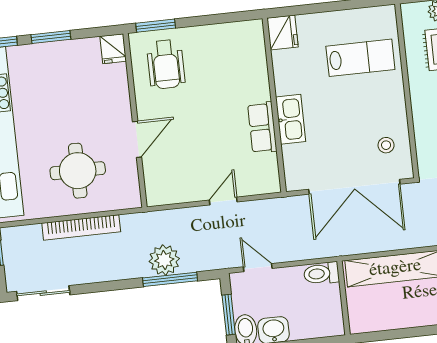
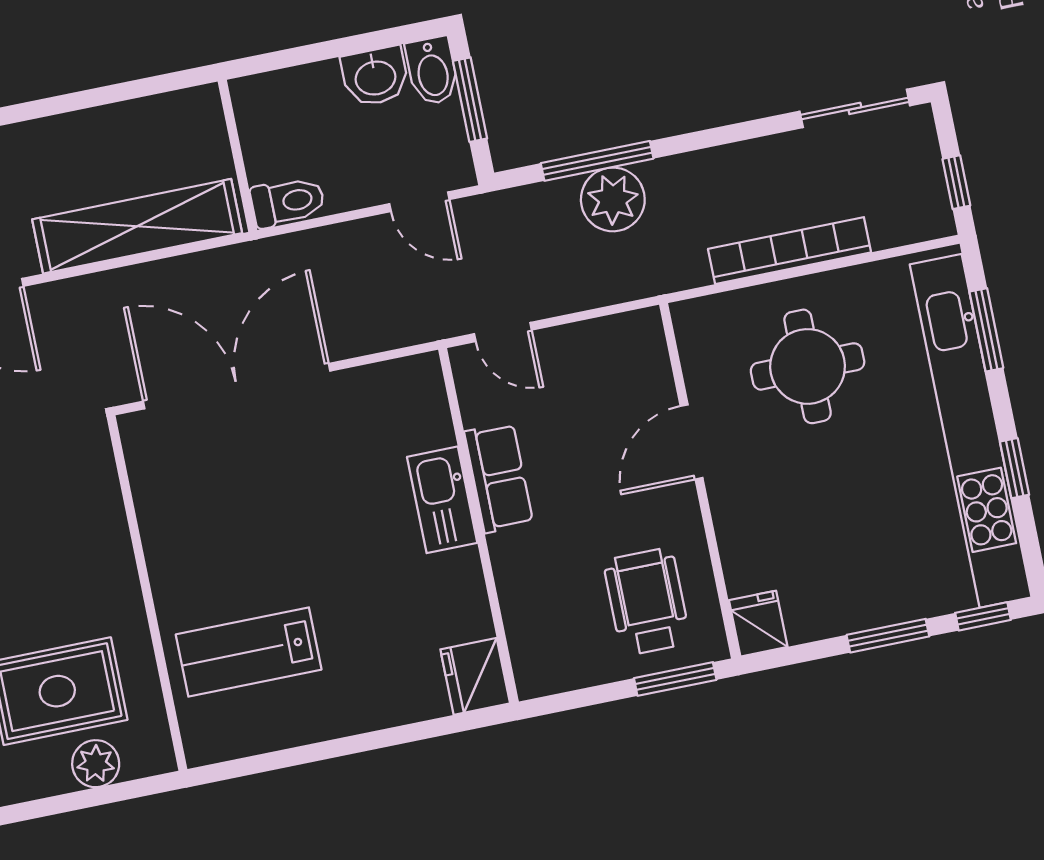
fridge: (283, 33) -> (475, 676), moved
wall: (274, 105) -> (478, 526), moved
kitchen sink: (291, 119) -> (442, 500), moved
row of seats: (262, 128) -> (499, 478), moved
stool: (386, 145) -> (179, 478), removed
door: (223, 201) -> (503, 332), hinge flipped

